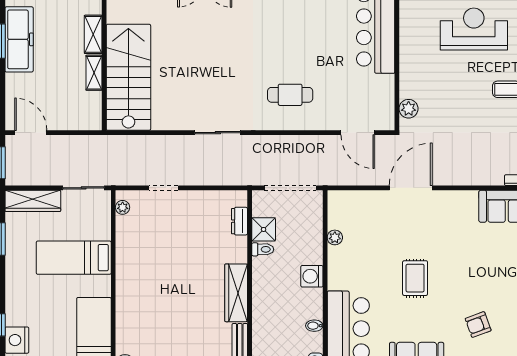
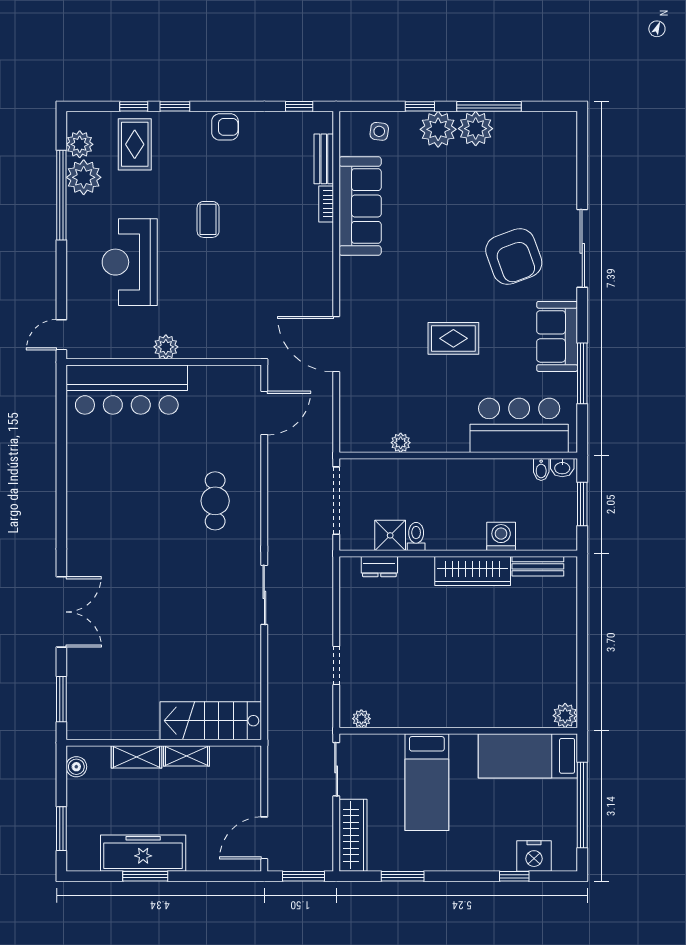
stairs: (128, 77) -> (211, 721), width x0.73, depth x0.66
plant: (409, 109) -> (166, 347), moved
washing machine: (312, 276) -> (501, 536), moved, turned 180
armchair: (478, 325) -> (514, 256), width x1.88, depth x1.88
bidet: (314, 326) -> (541, 469), moved

